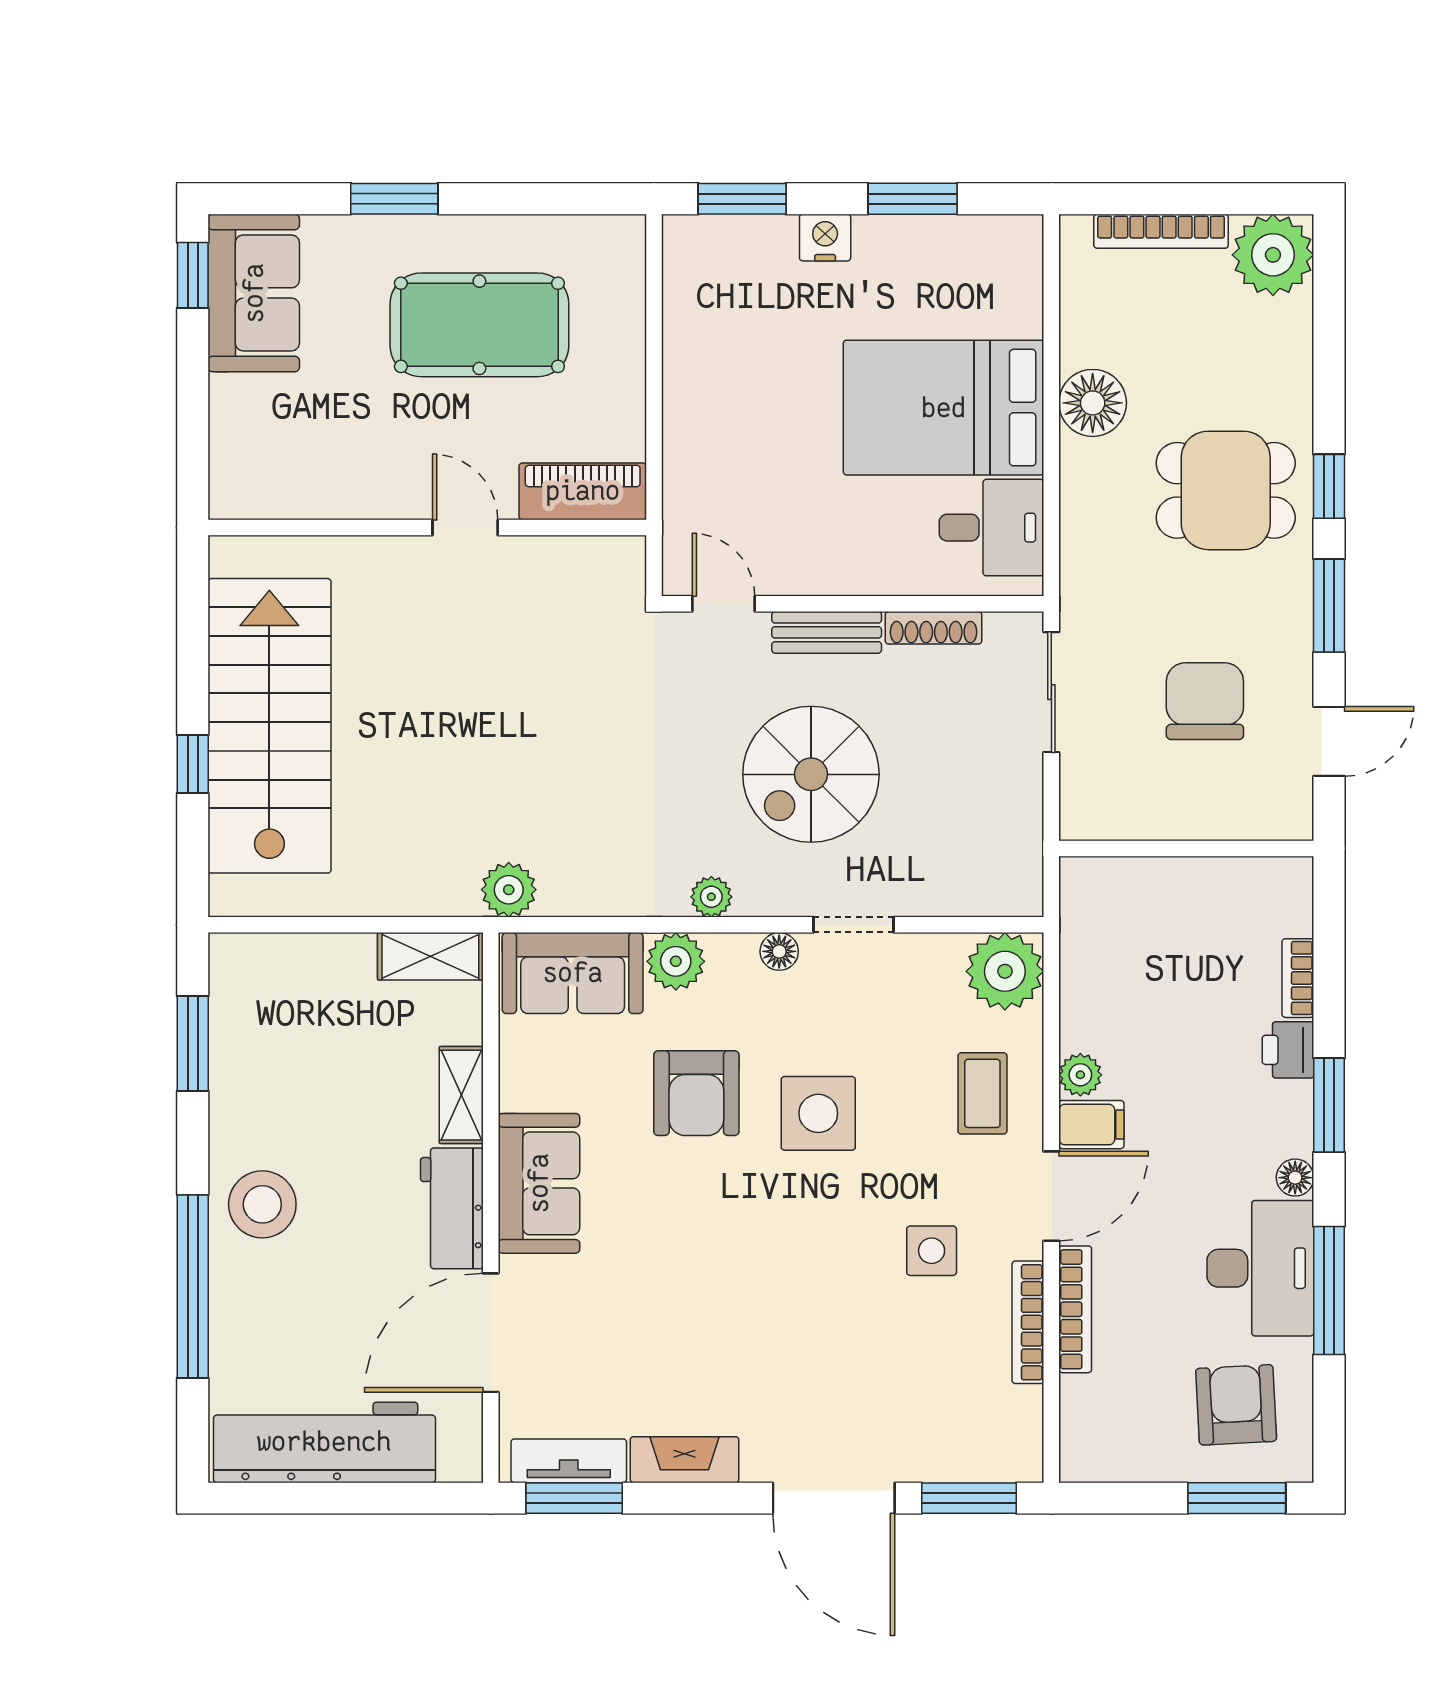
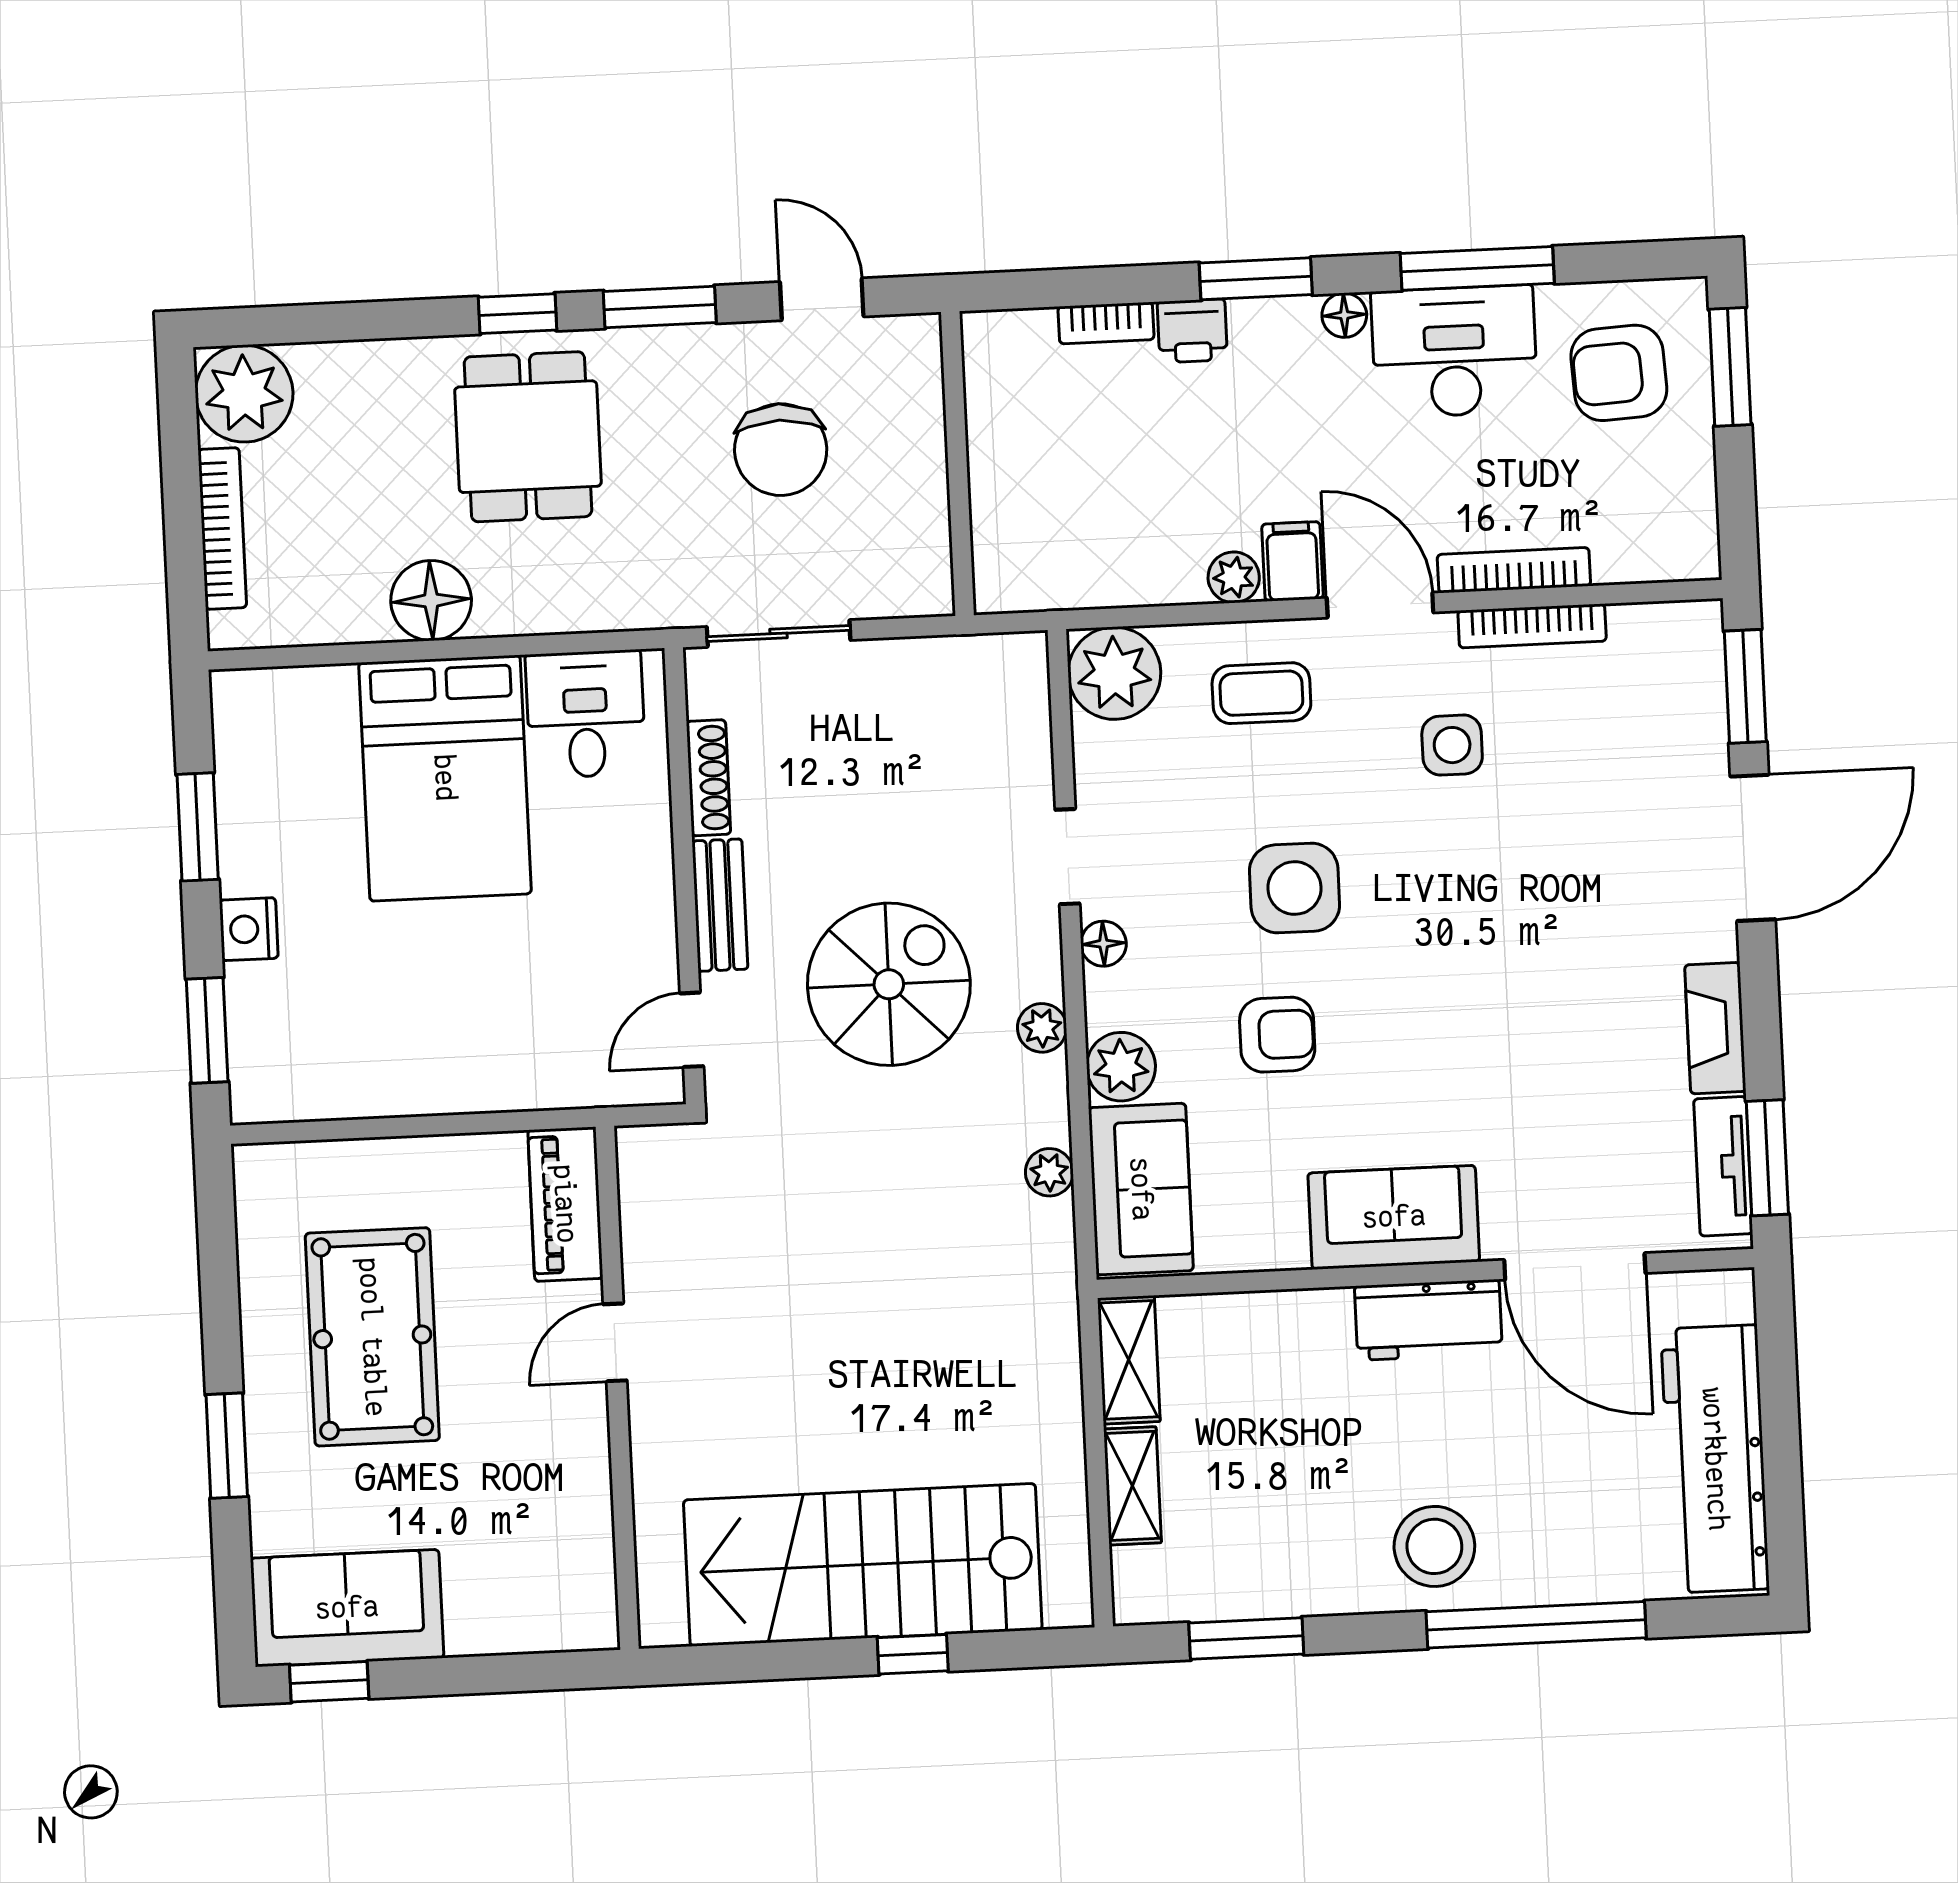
chair: (1205, 701) -> (781, 450), turned -90
spiral stairs: (811, 774) -> (889, 984), moved, turned -90
plant: (509, 890) -> (1049, 1172), moved, width x0.73, depth x0.73
armchair: (696, 1093) -> (1277, 1035), width x0.72, depth x0.72
shelving: (461, 1095) -> (1133, 1486), moved, turned 90

